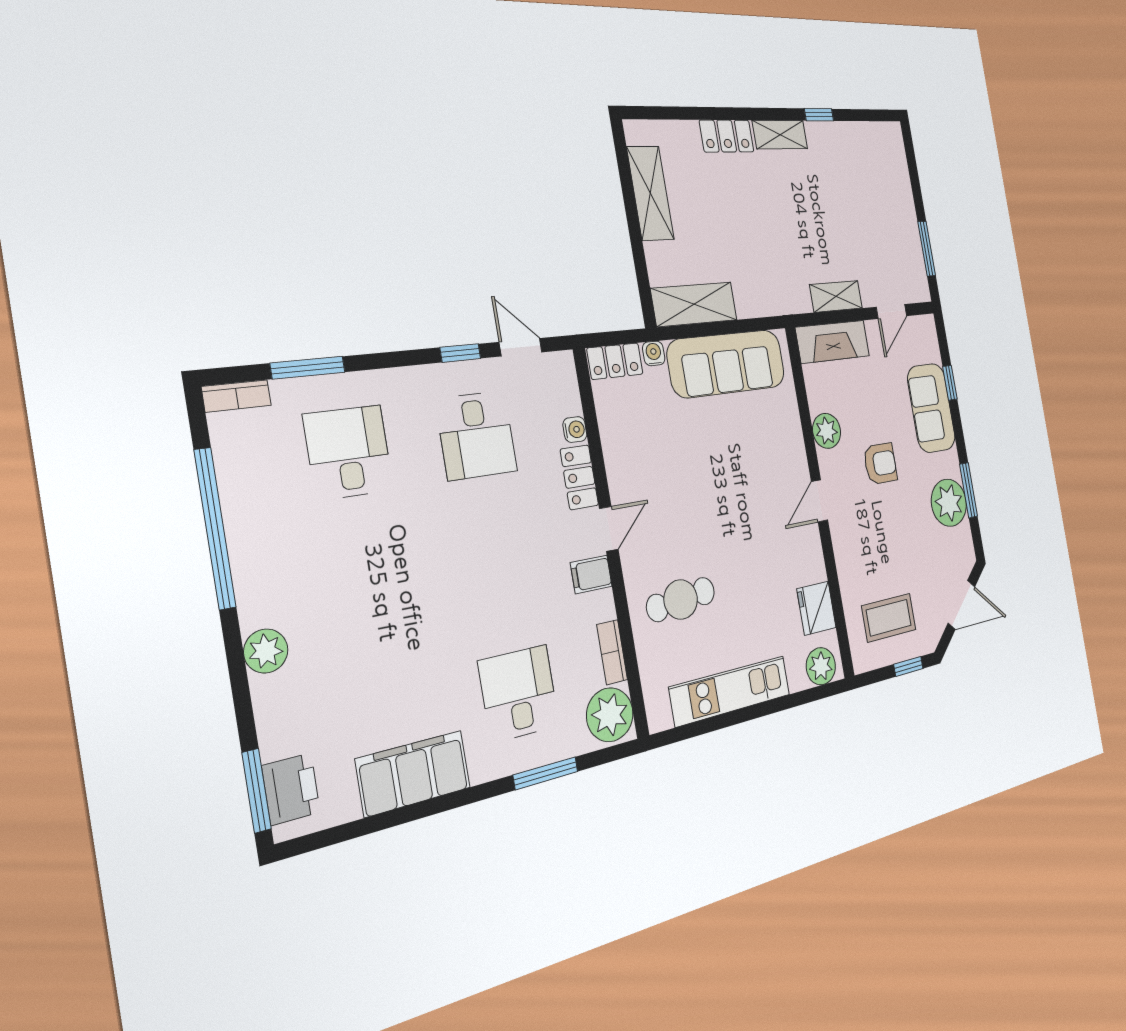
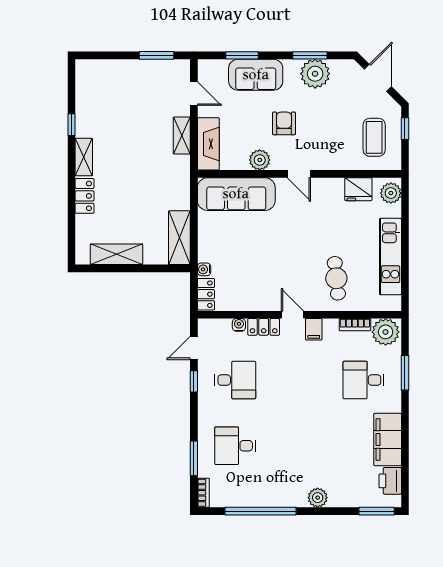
sofa: (727, 364) -> (236, 194), moved, turned 90
window: (950, 383) -> (242, 55), width x1.50
printer: (291, 789) -> (390, 481), moved, turned -90

